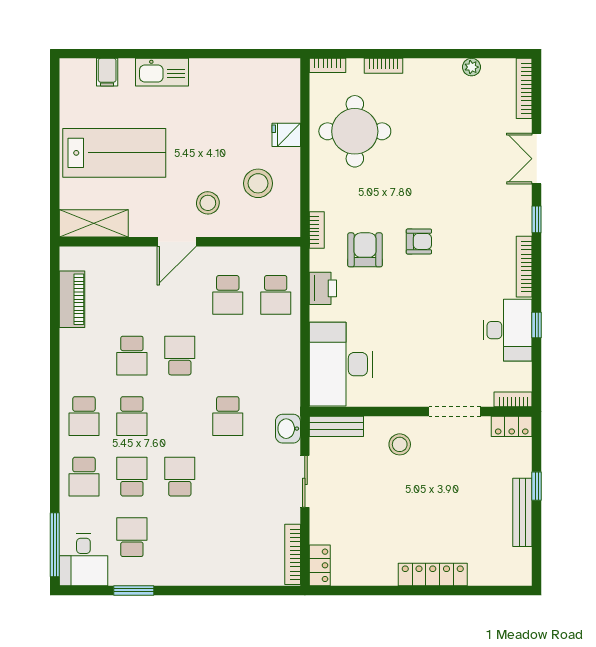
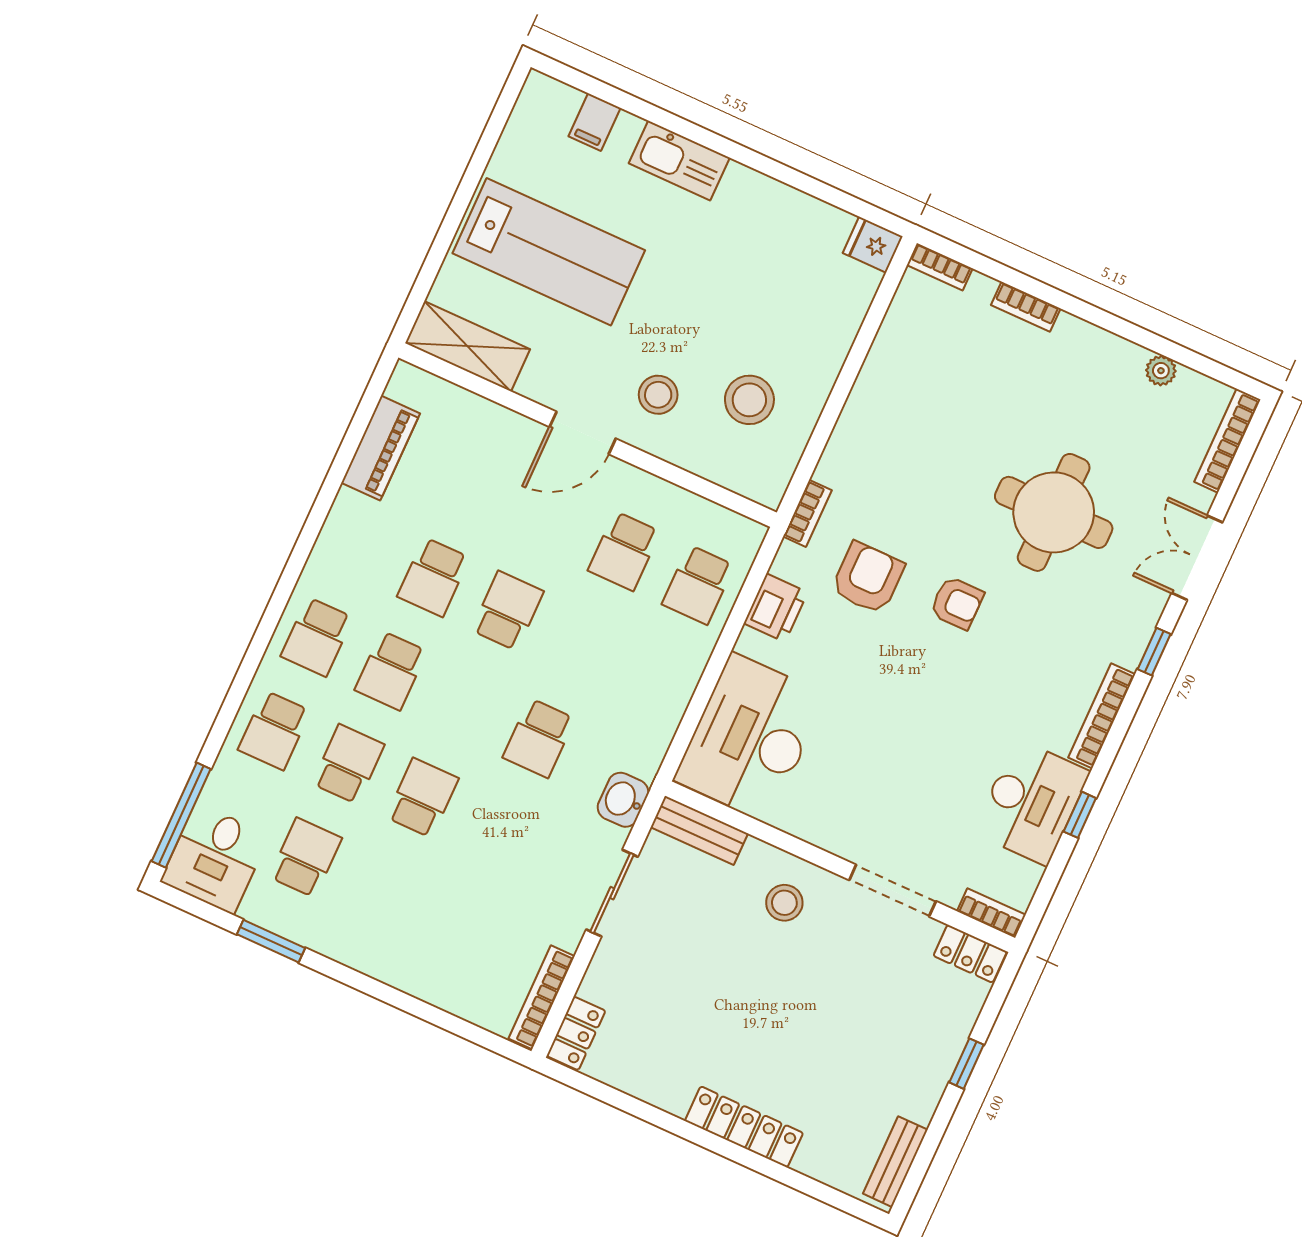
round table: (355, 131) -> (1054, 512), moved
fridge: (286, 135) -> (873, 245), moved
bench: (522, 512) -> (895, 1162), moved, width x0.73

